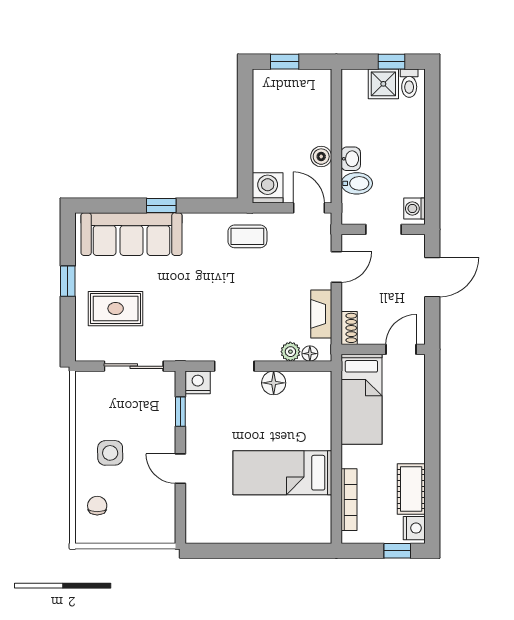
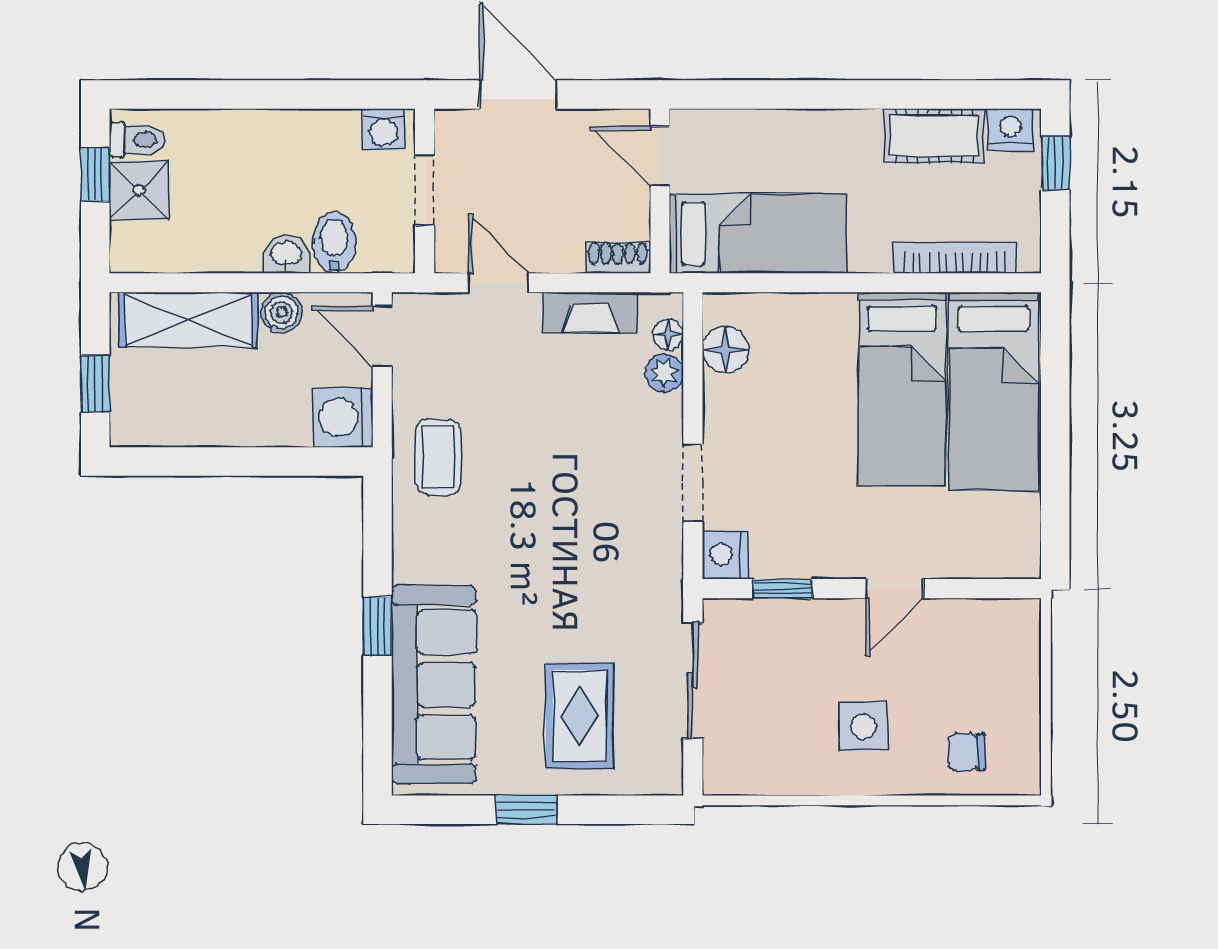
shelving: (317, 109) -> (188, 320), added
door: (309, 208) -> (382, 336), hinge flipped
floor lamp: (274, 383) -> (726, 350), moved
bed: (281, 519) -> (994, 391), added

